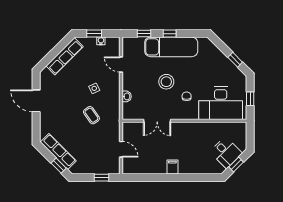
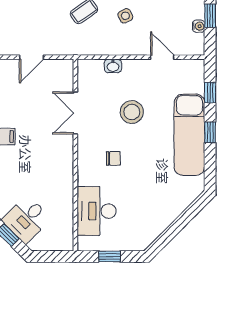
window: (235, 60) -> (170, 233), removed
door: (121, 64) -> (162, 57), hinge flipped
stool: (166, 82) -> (132, 112), moved
desk: (221, 103) -> (97, 211), width x0.73, depth x0.77

